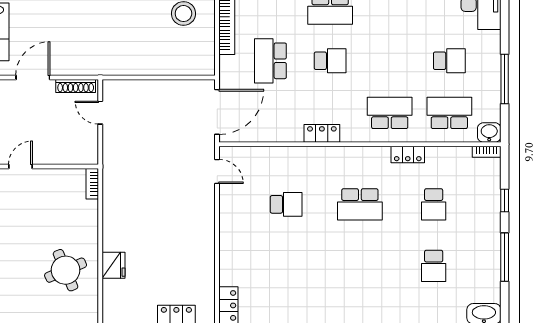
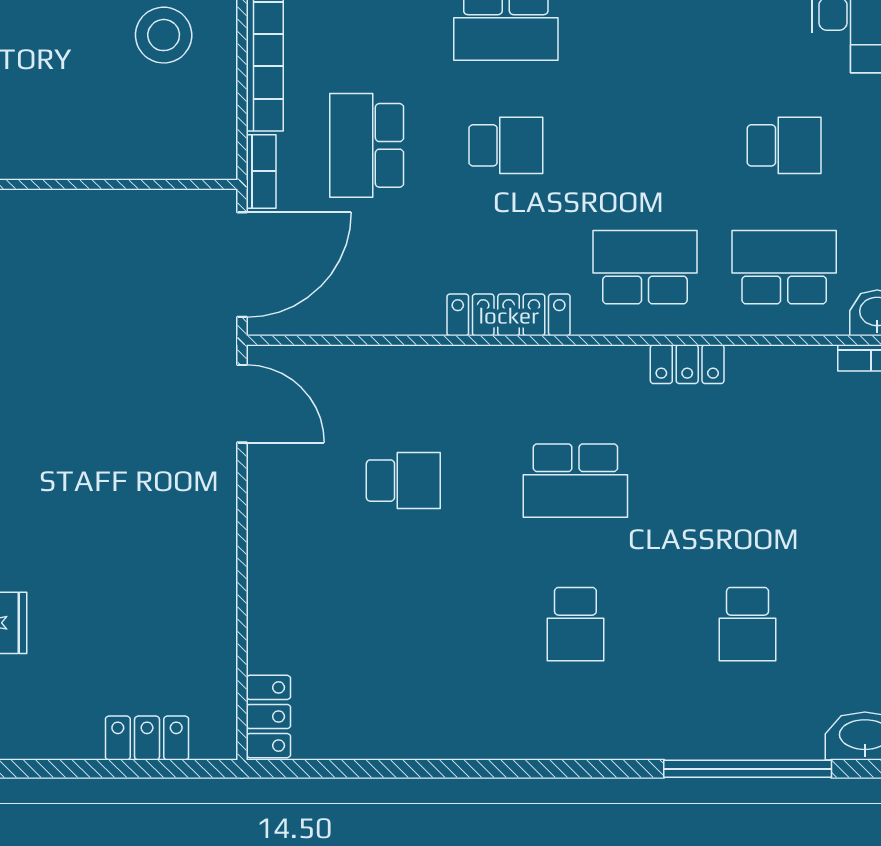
bookcase: (225, 72) -> (261, 171), added
locker: (322, 133) -> (509, 315), width x1.53
door: (217, 171) -> (242, 404), width x1.38
school desk: (434, 204) -> (575, 624), moved

